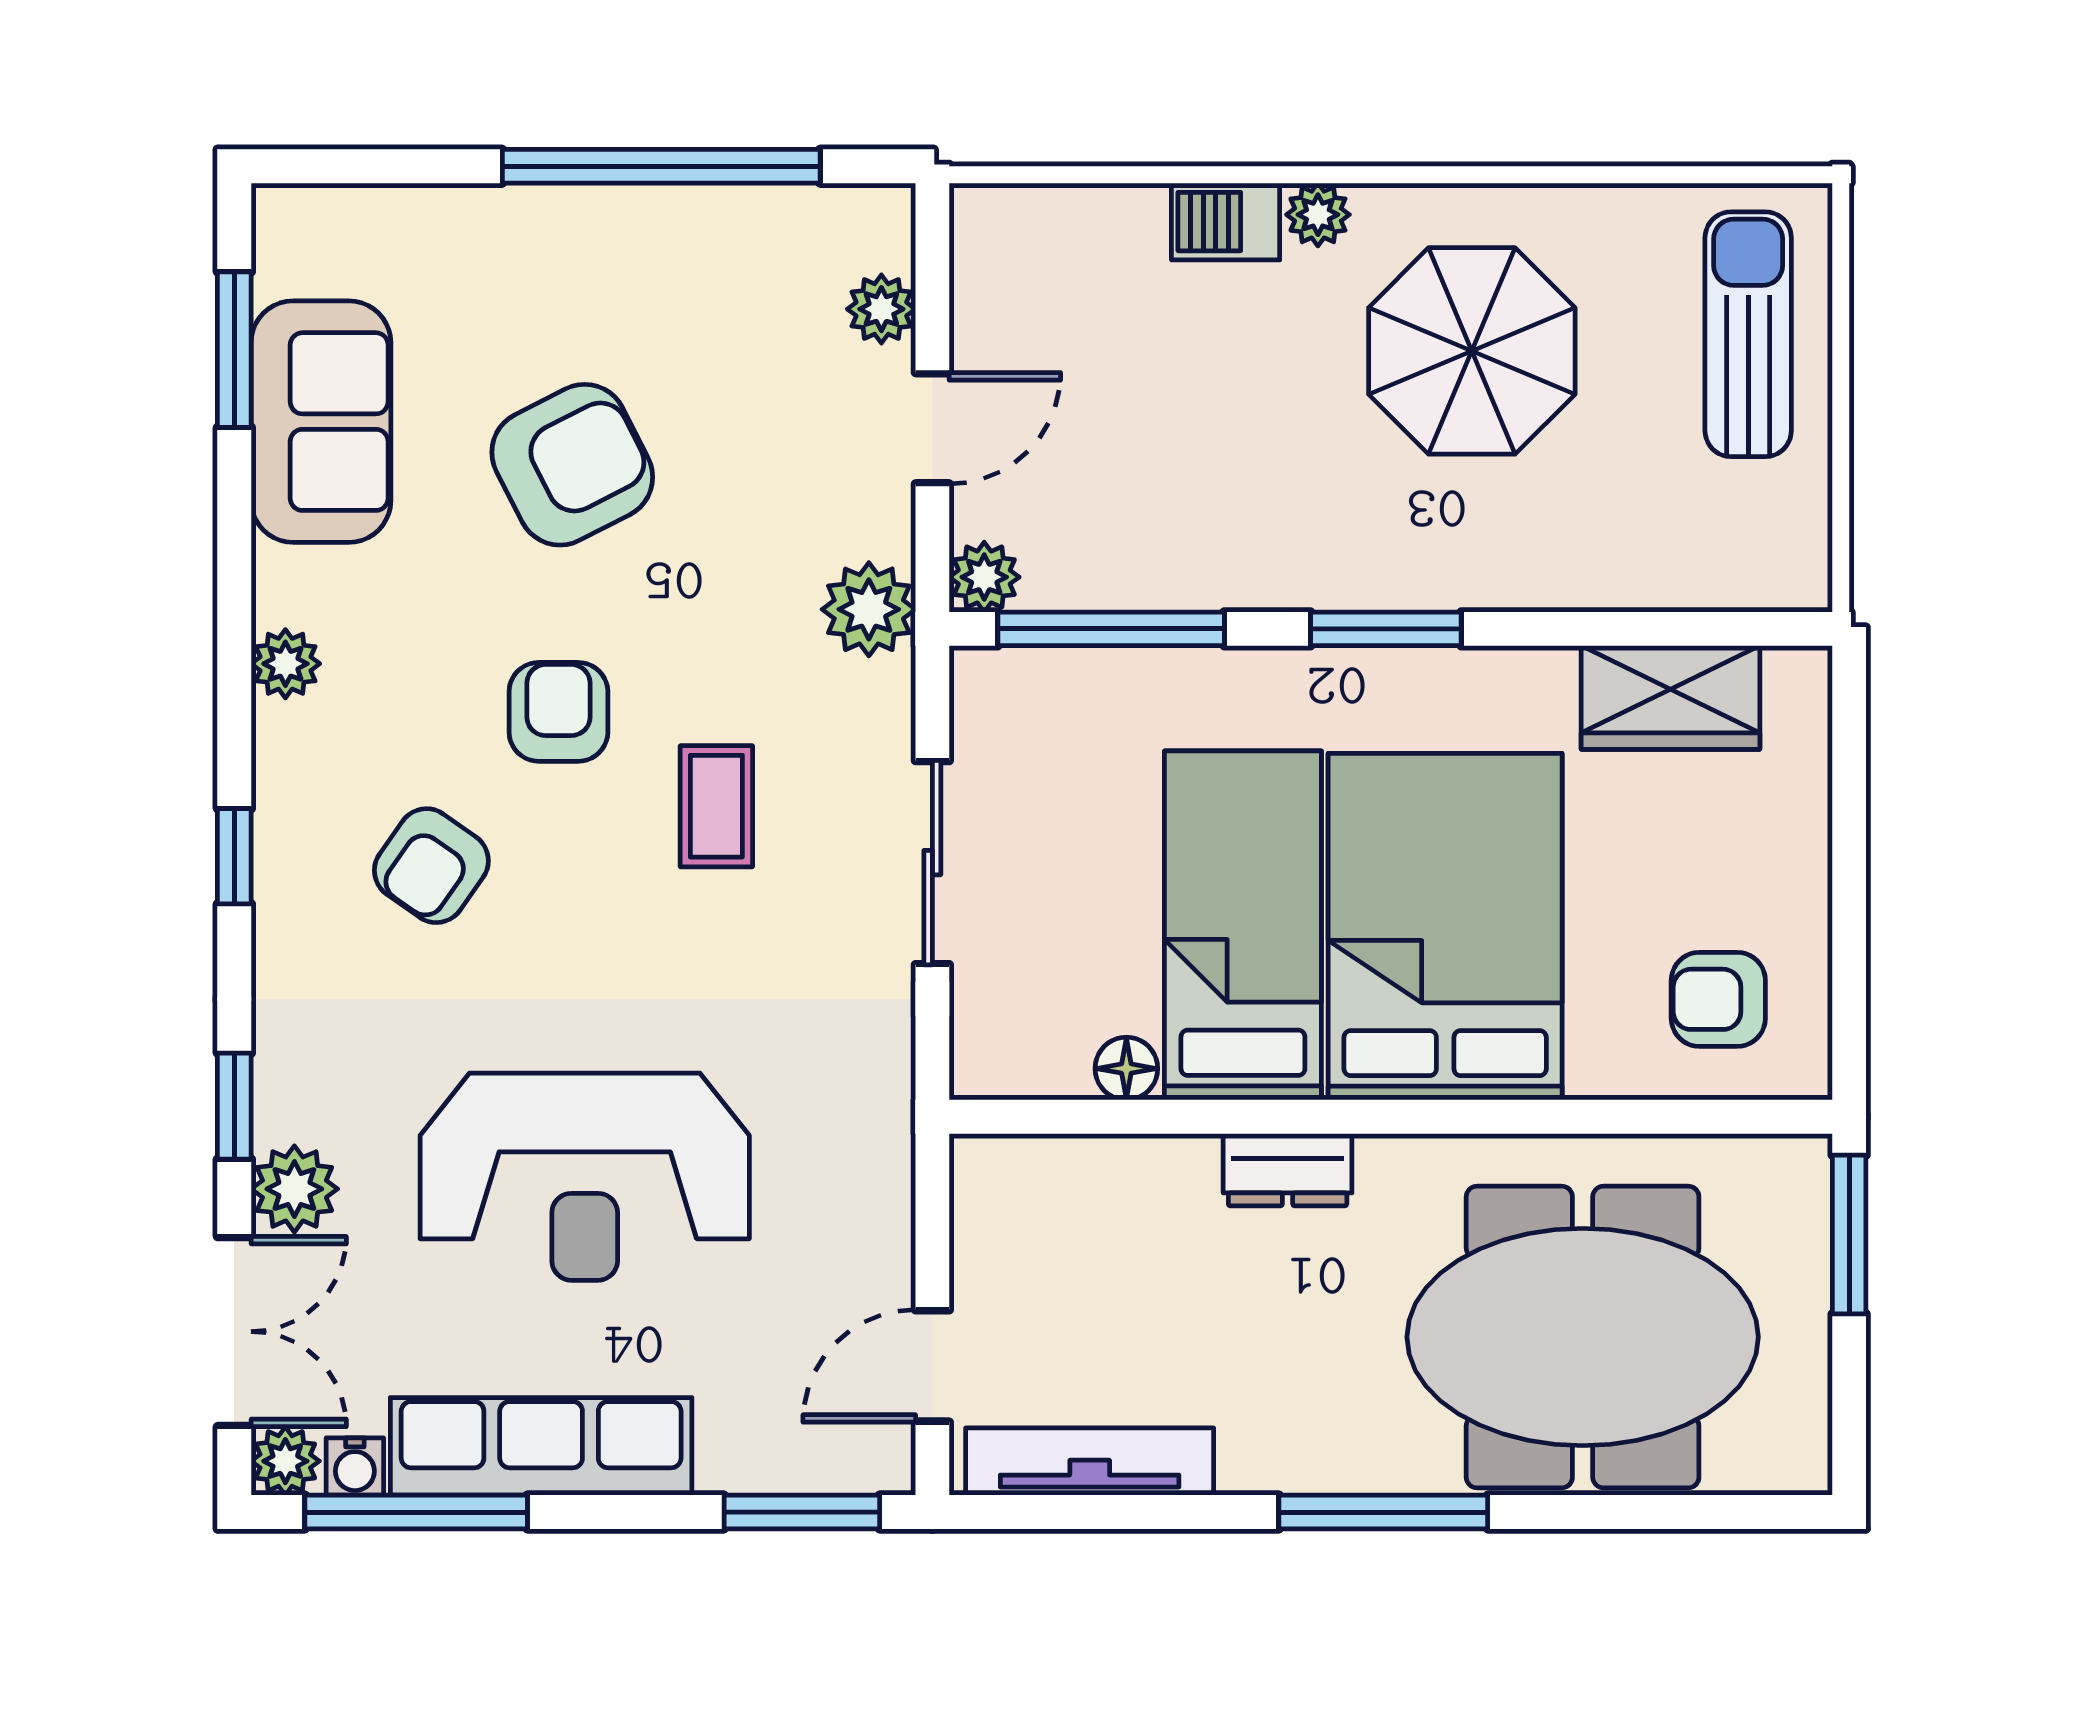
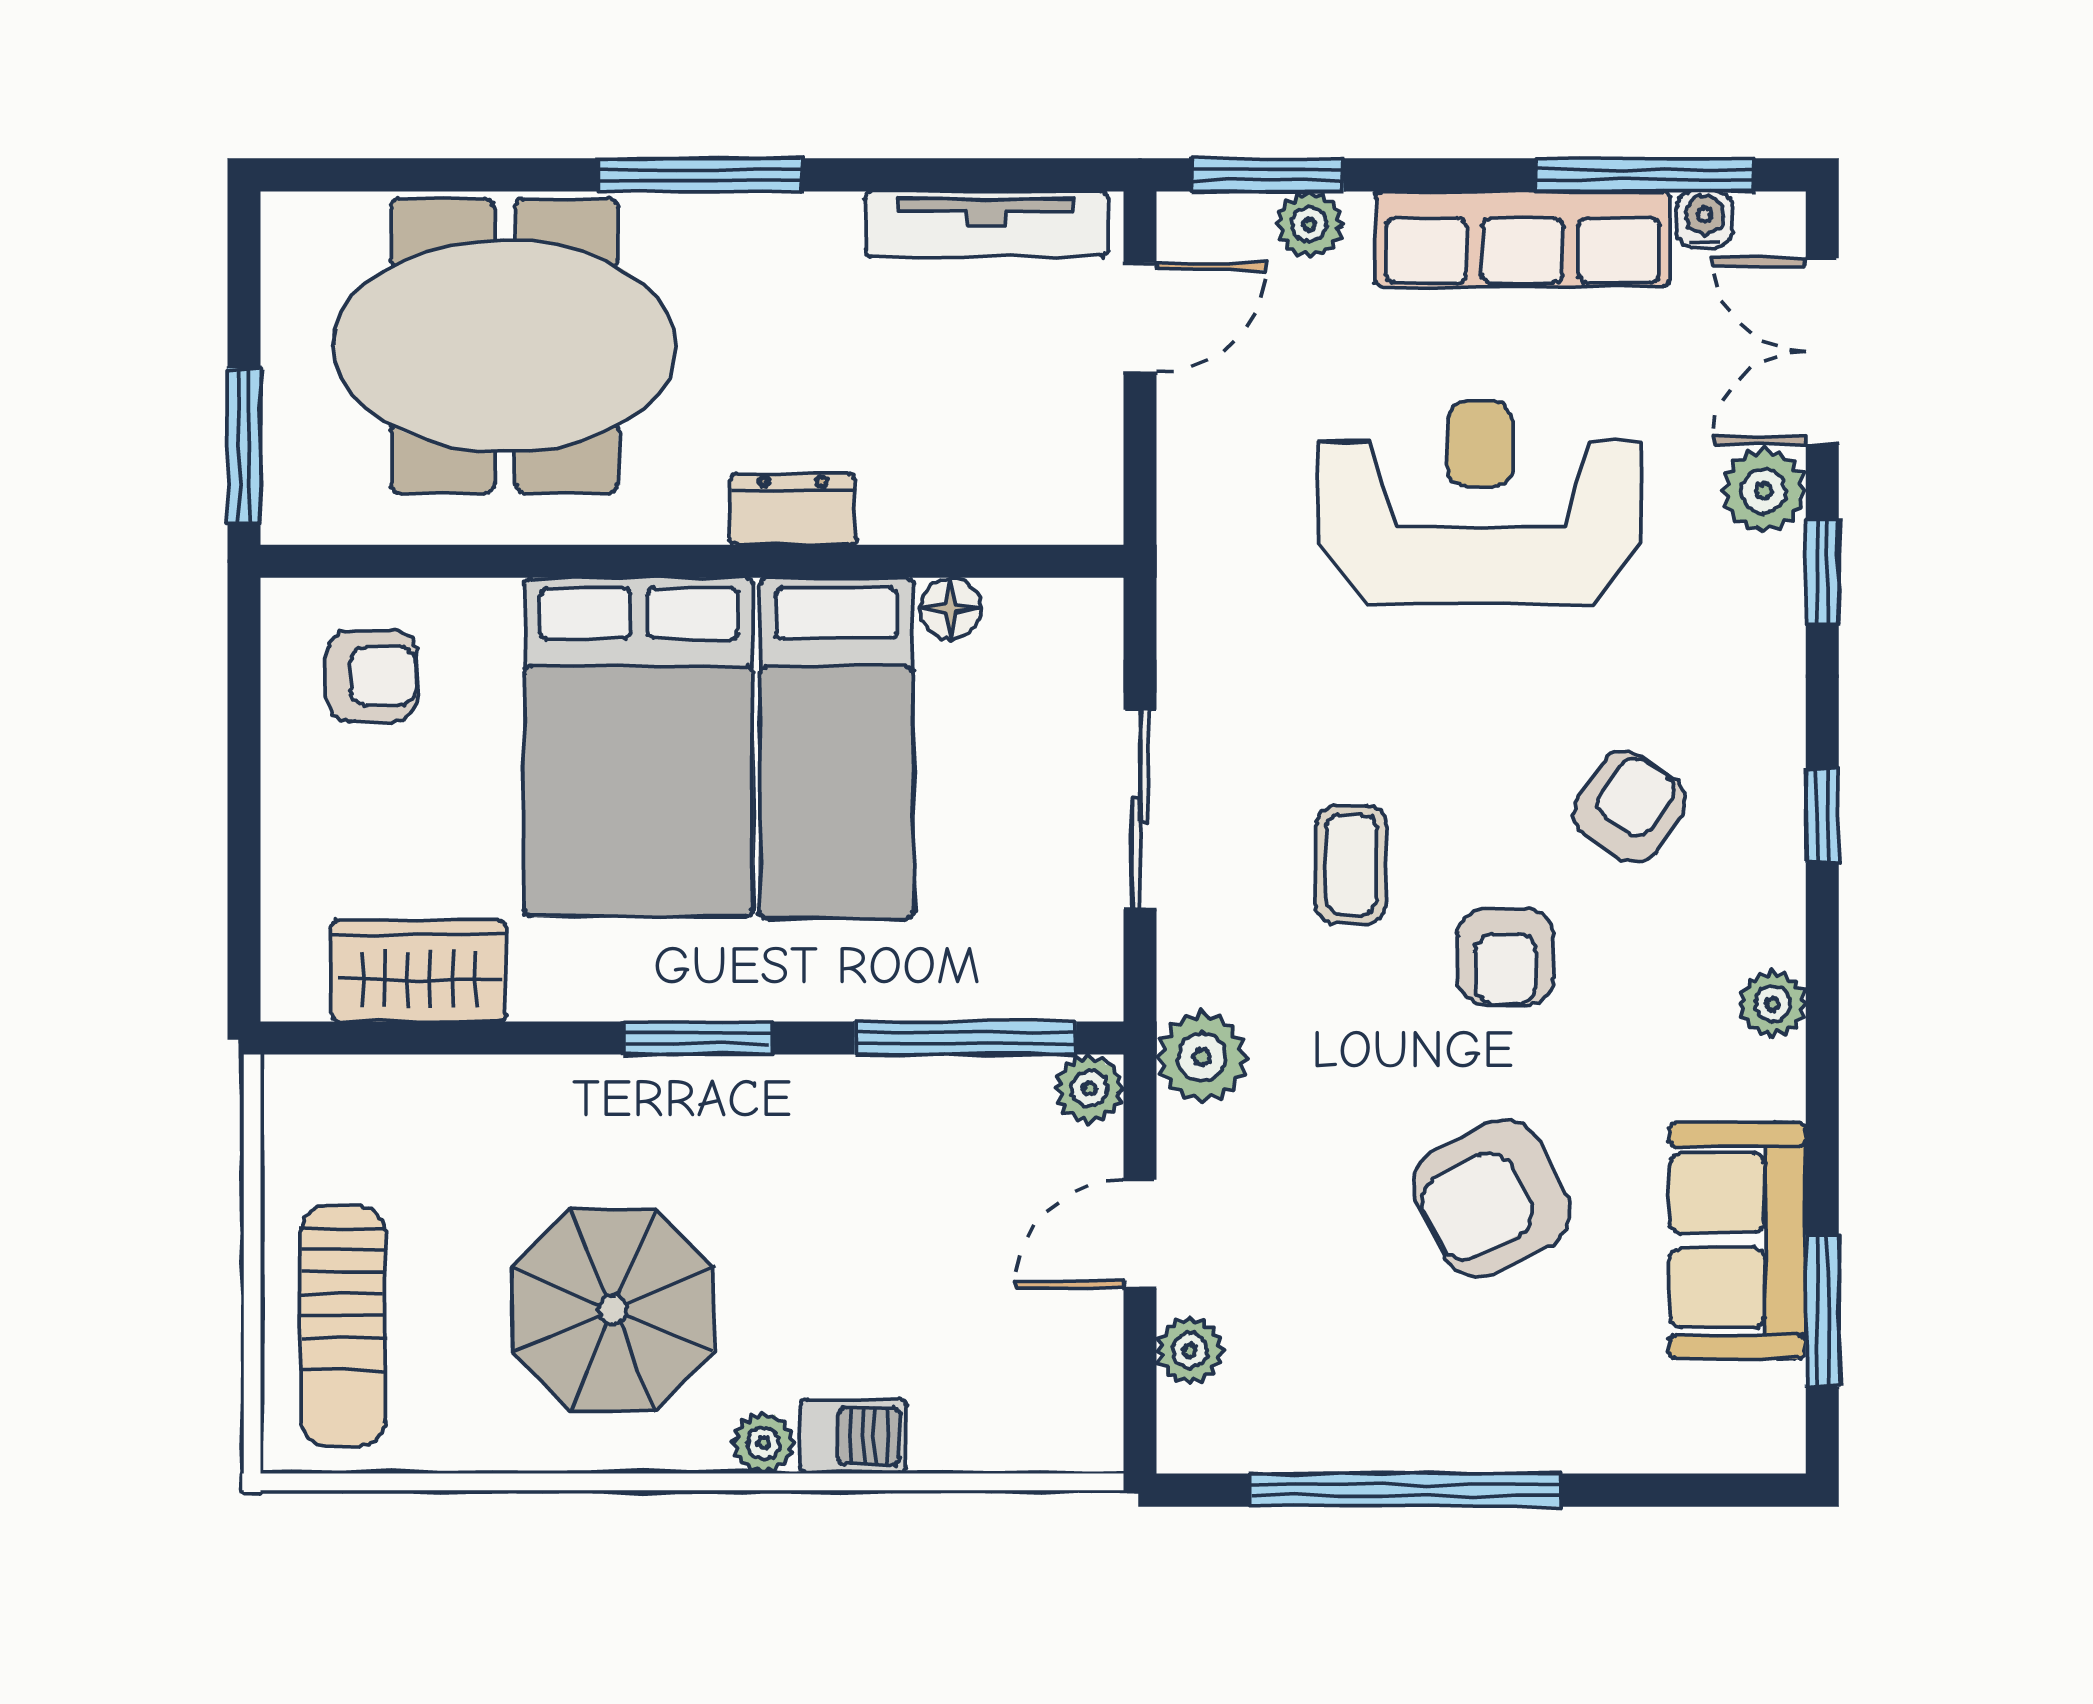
plant: (285, 1461) -> (1309, 225), moved

